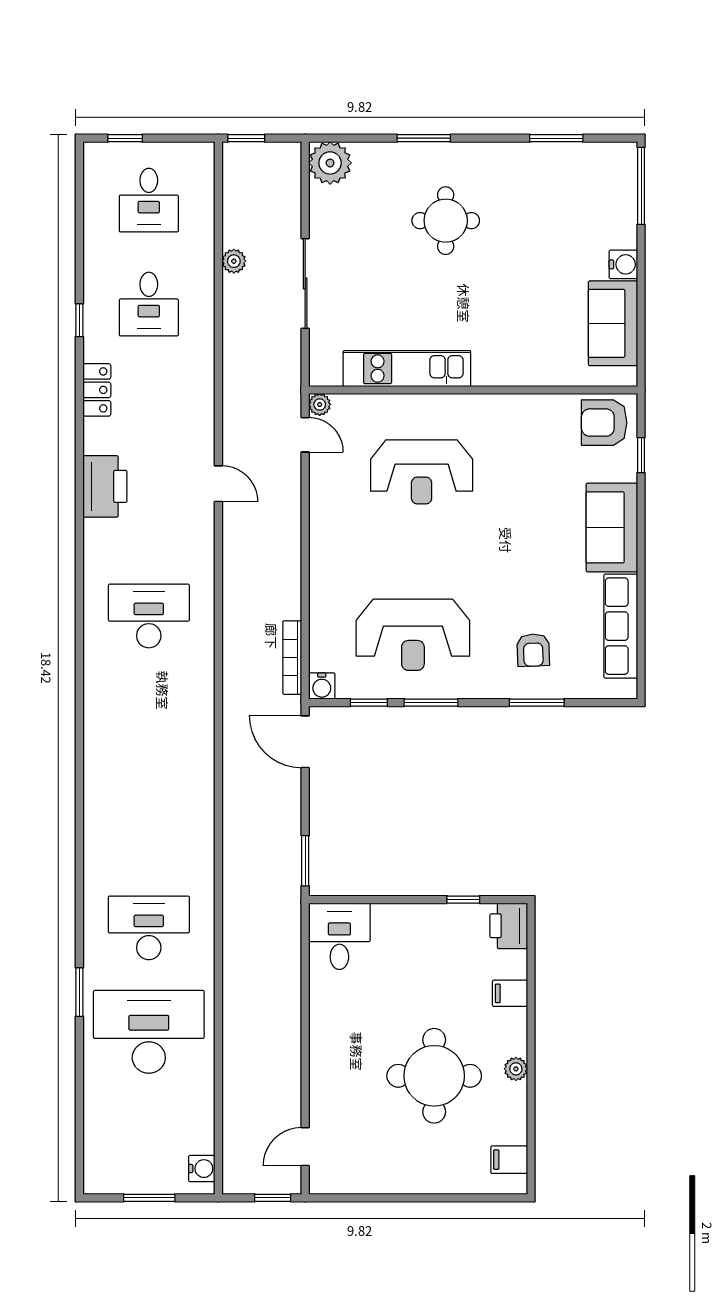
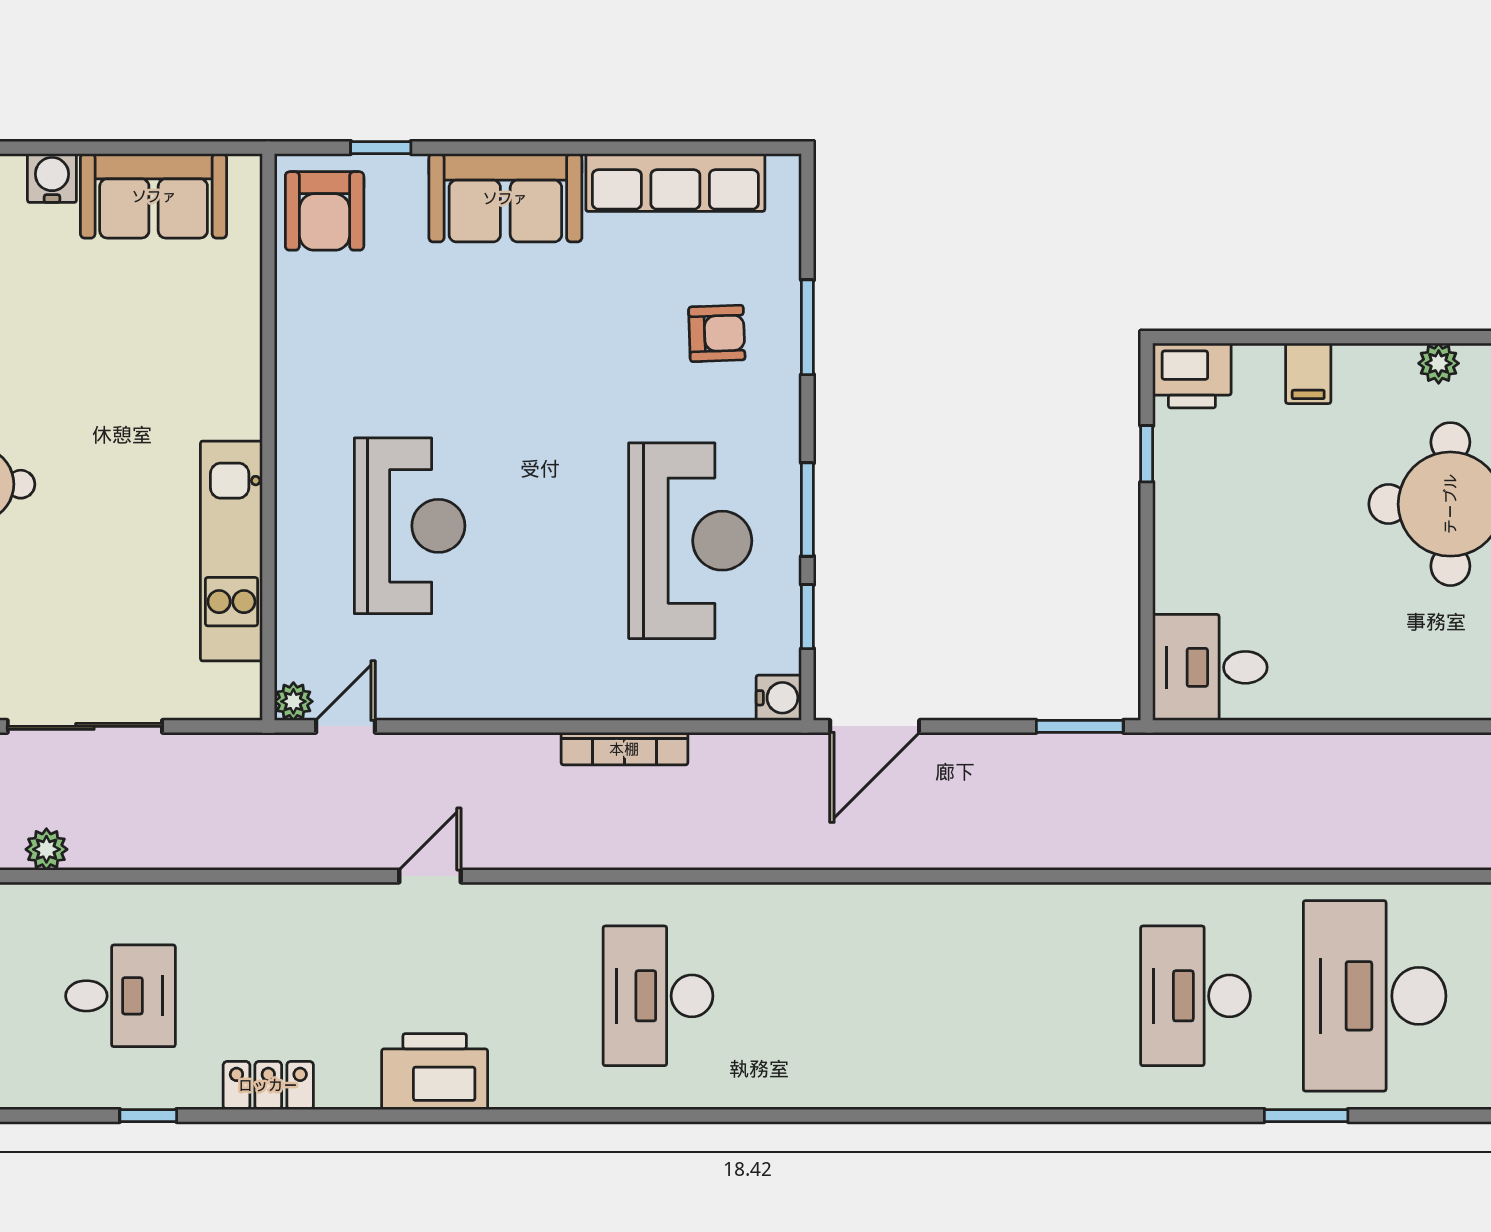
bookcase: (292, 658) -> (624, 749), moved

